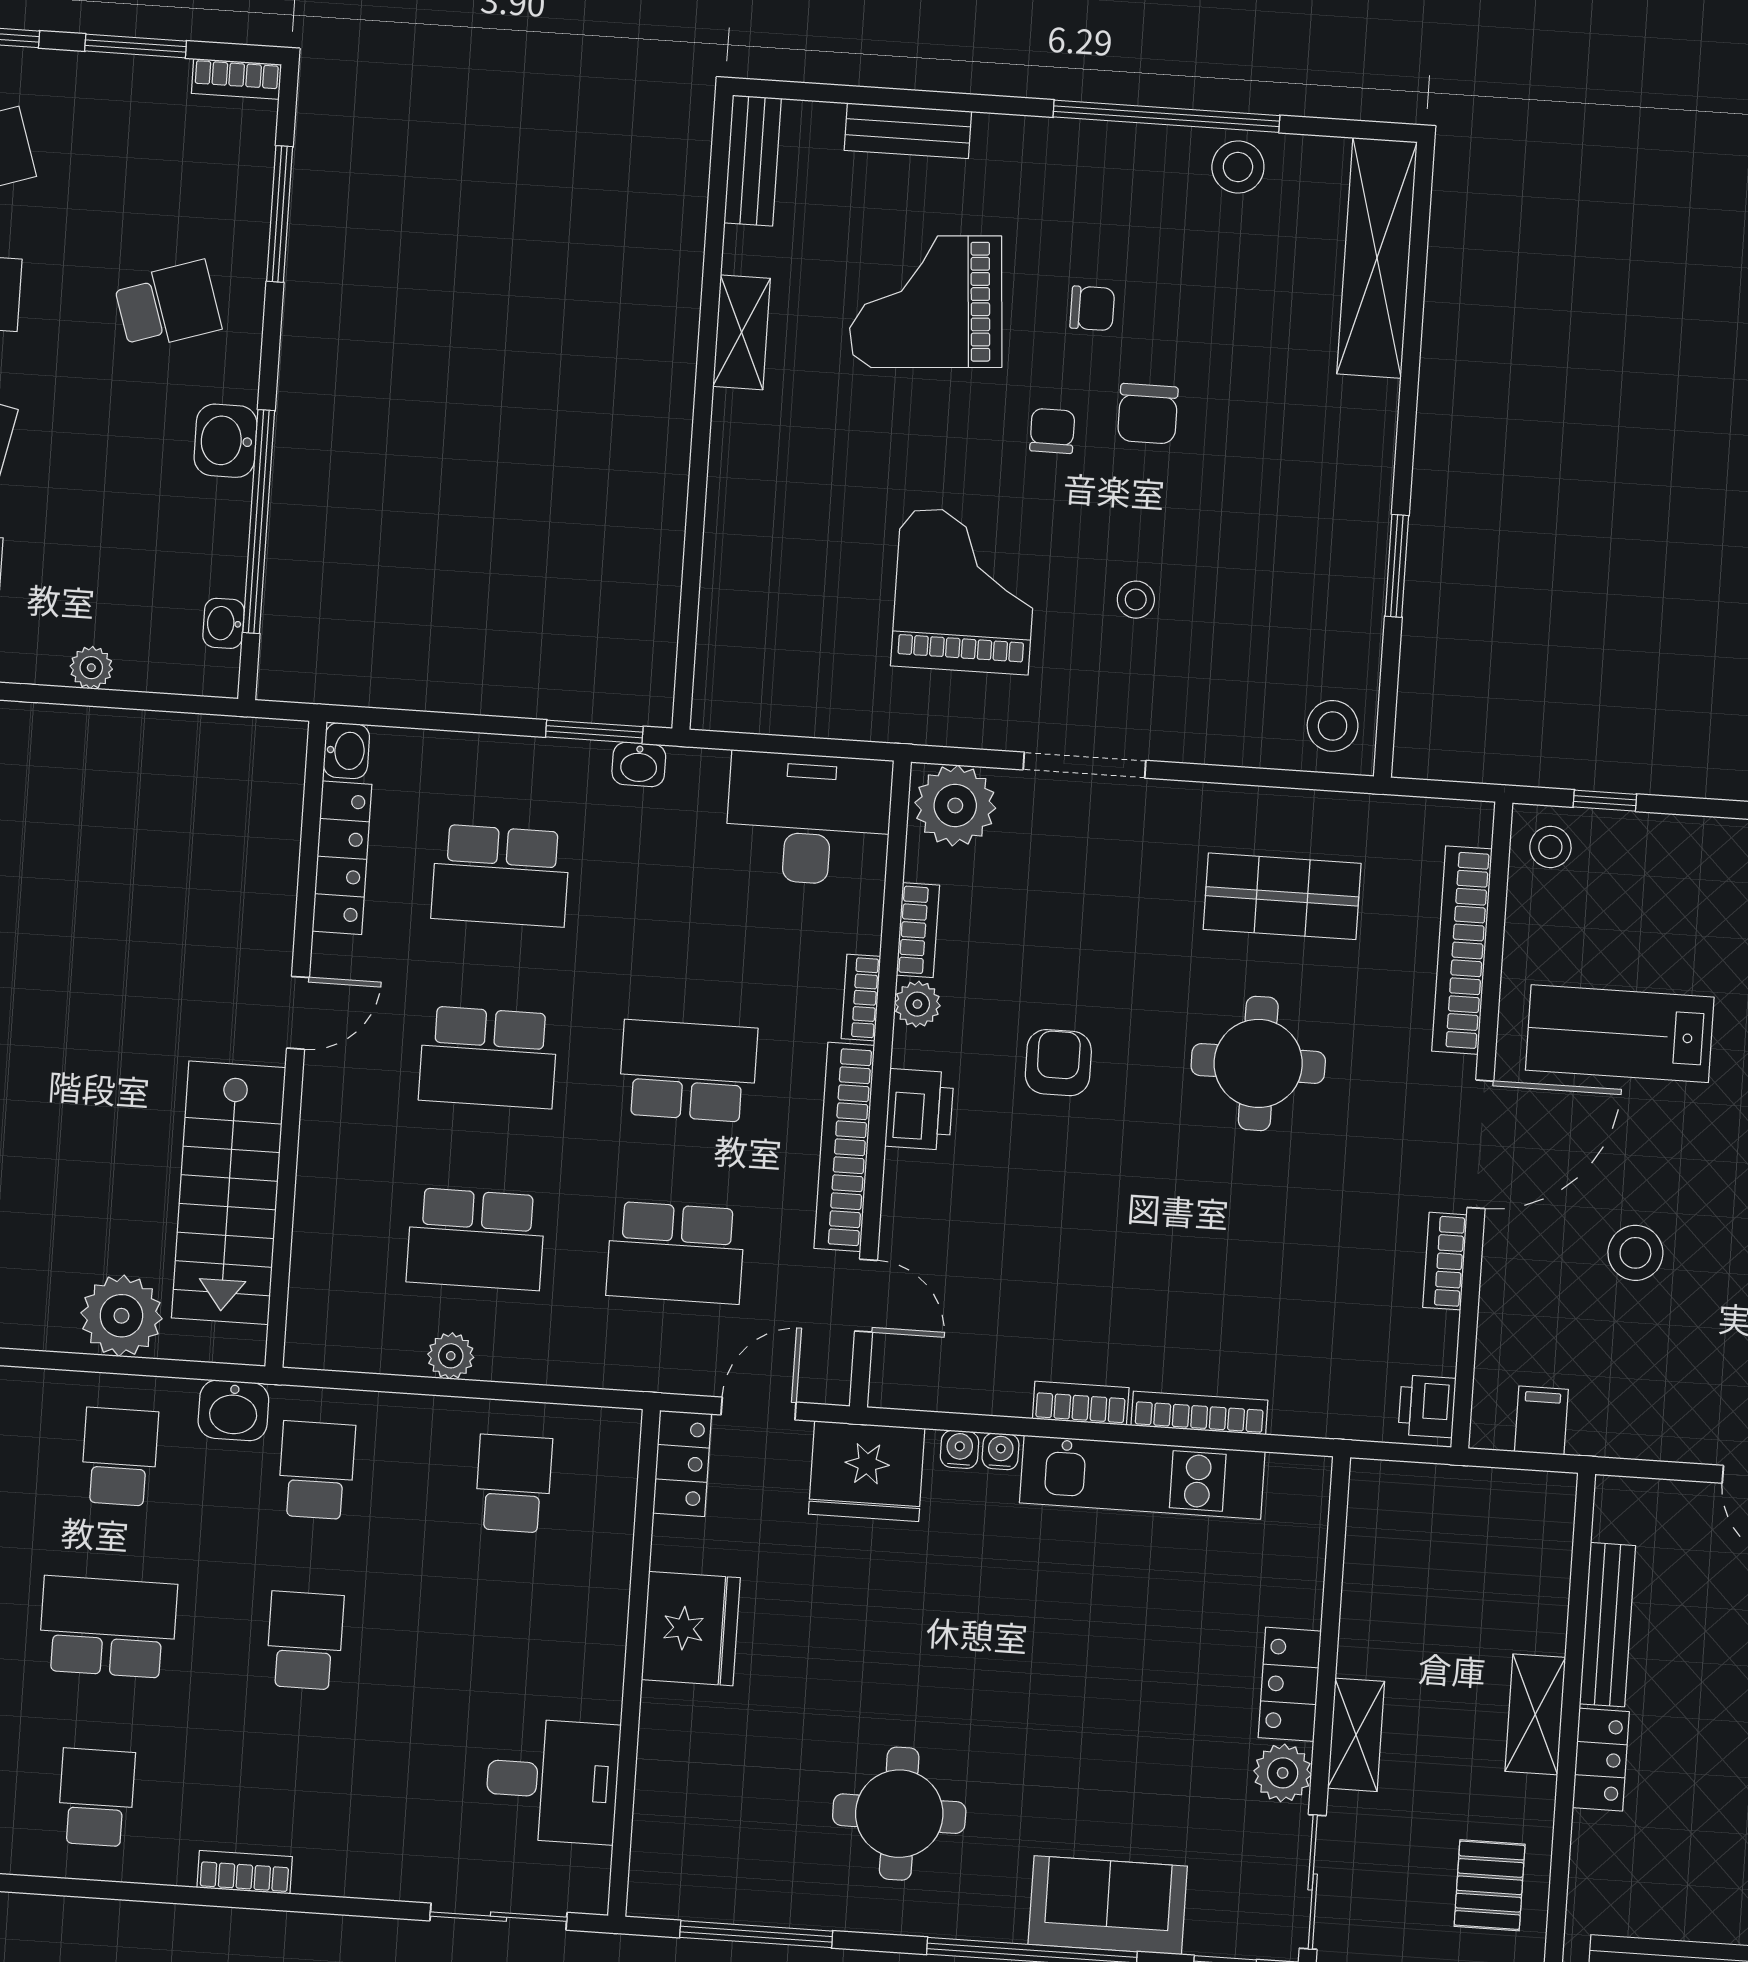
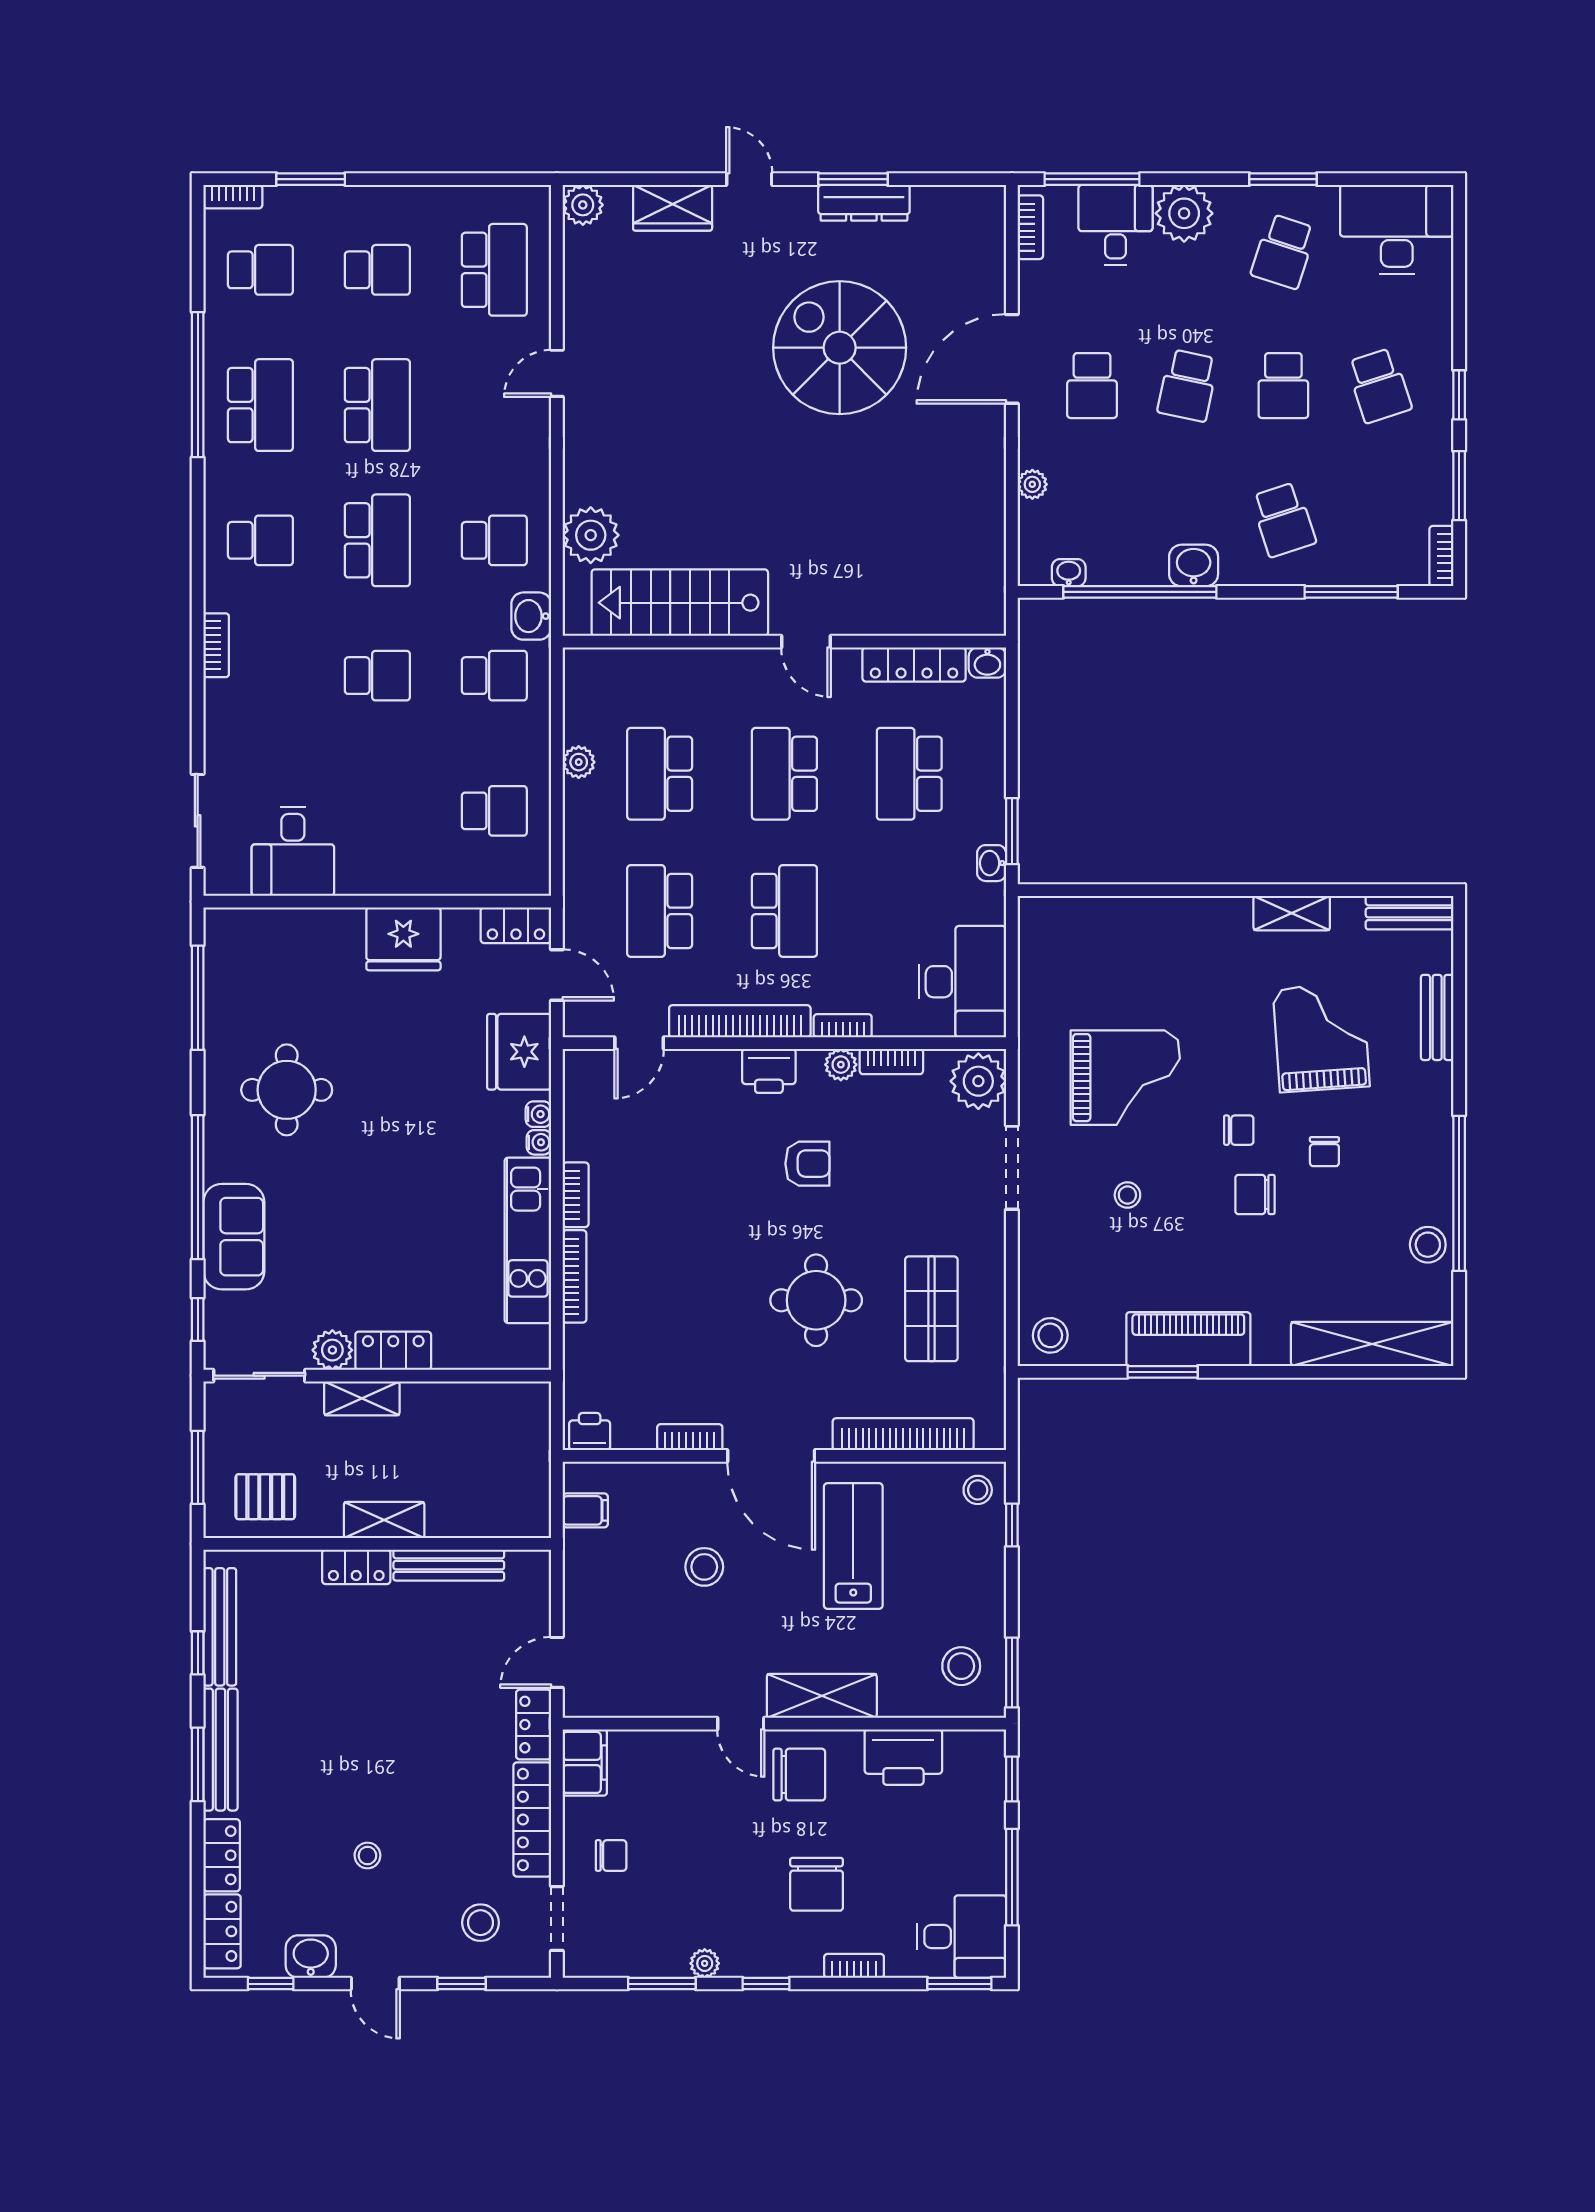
piano: (1352, 525) -> (1188, 1339), added

